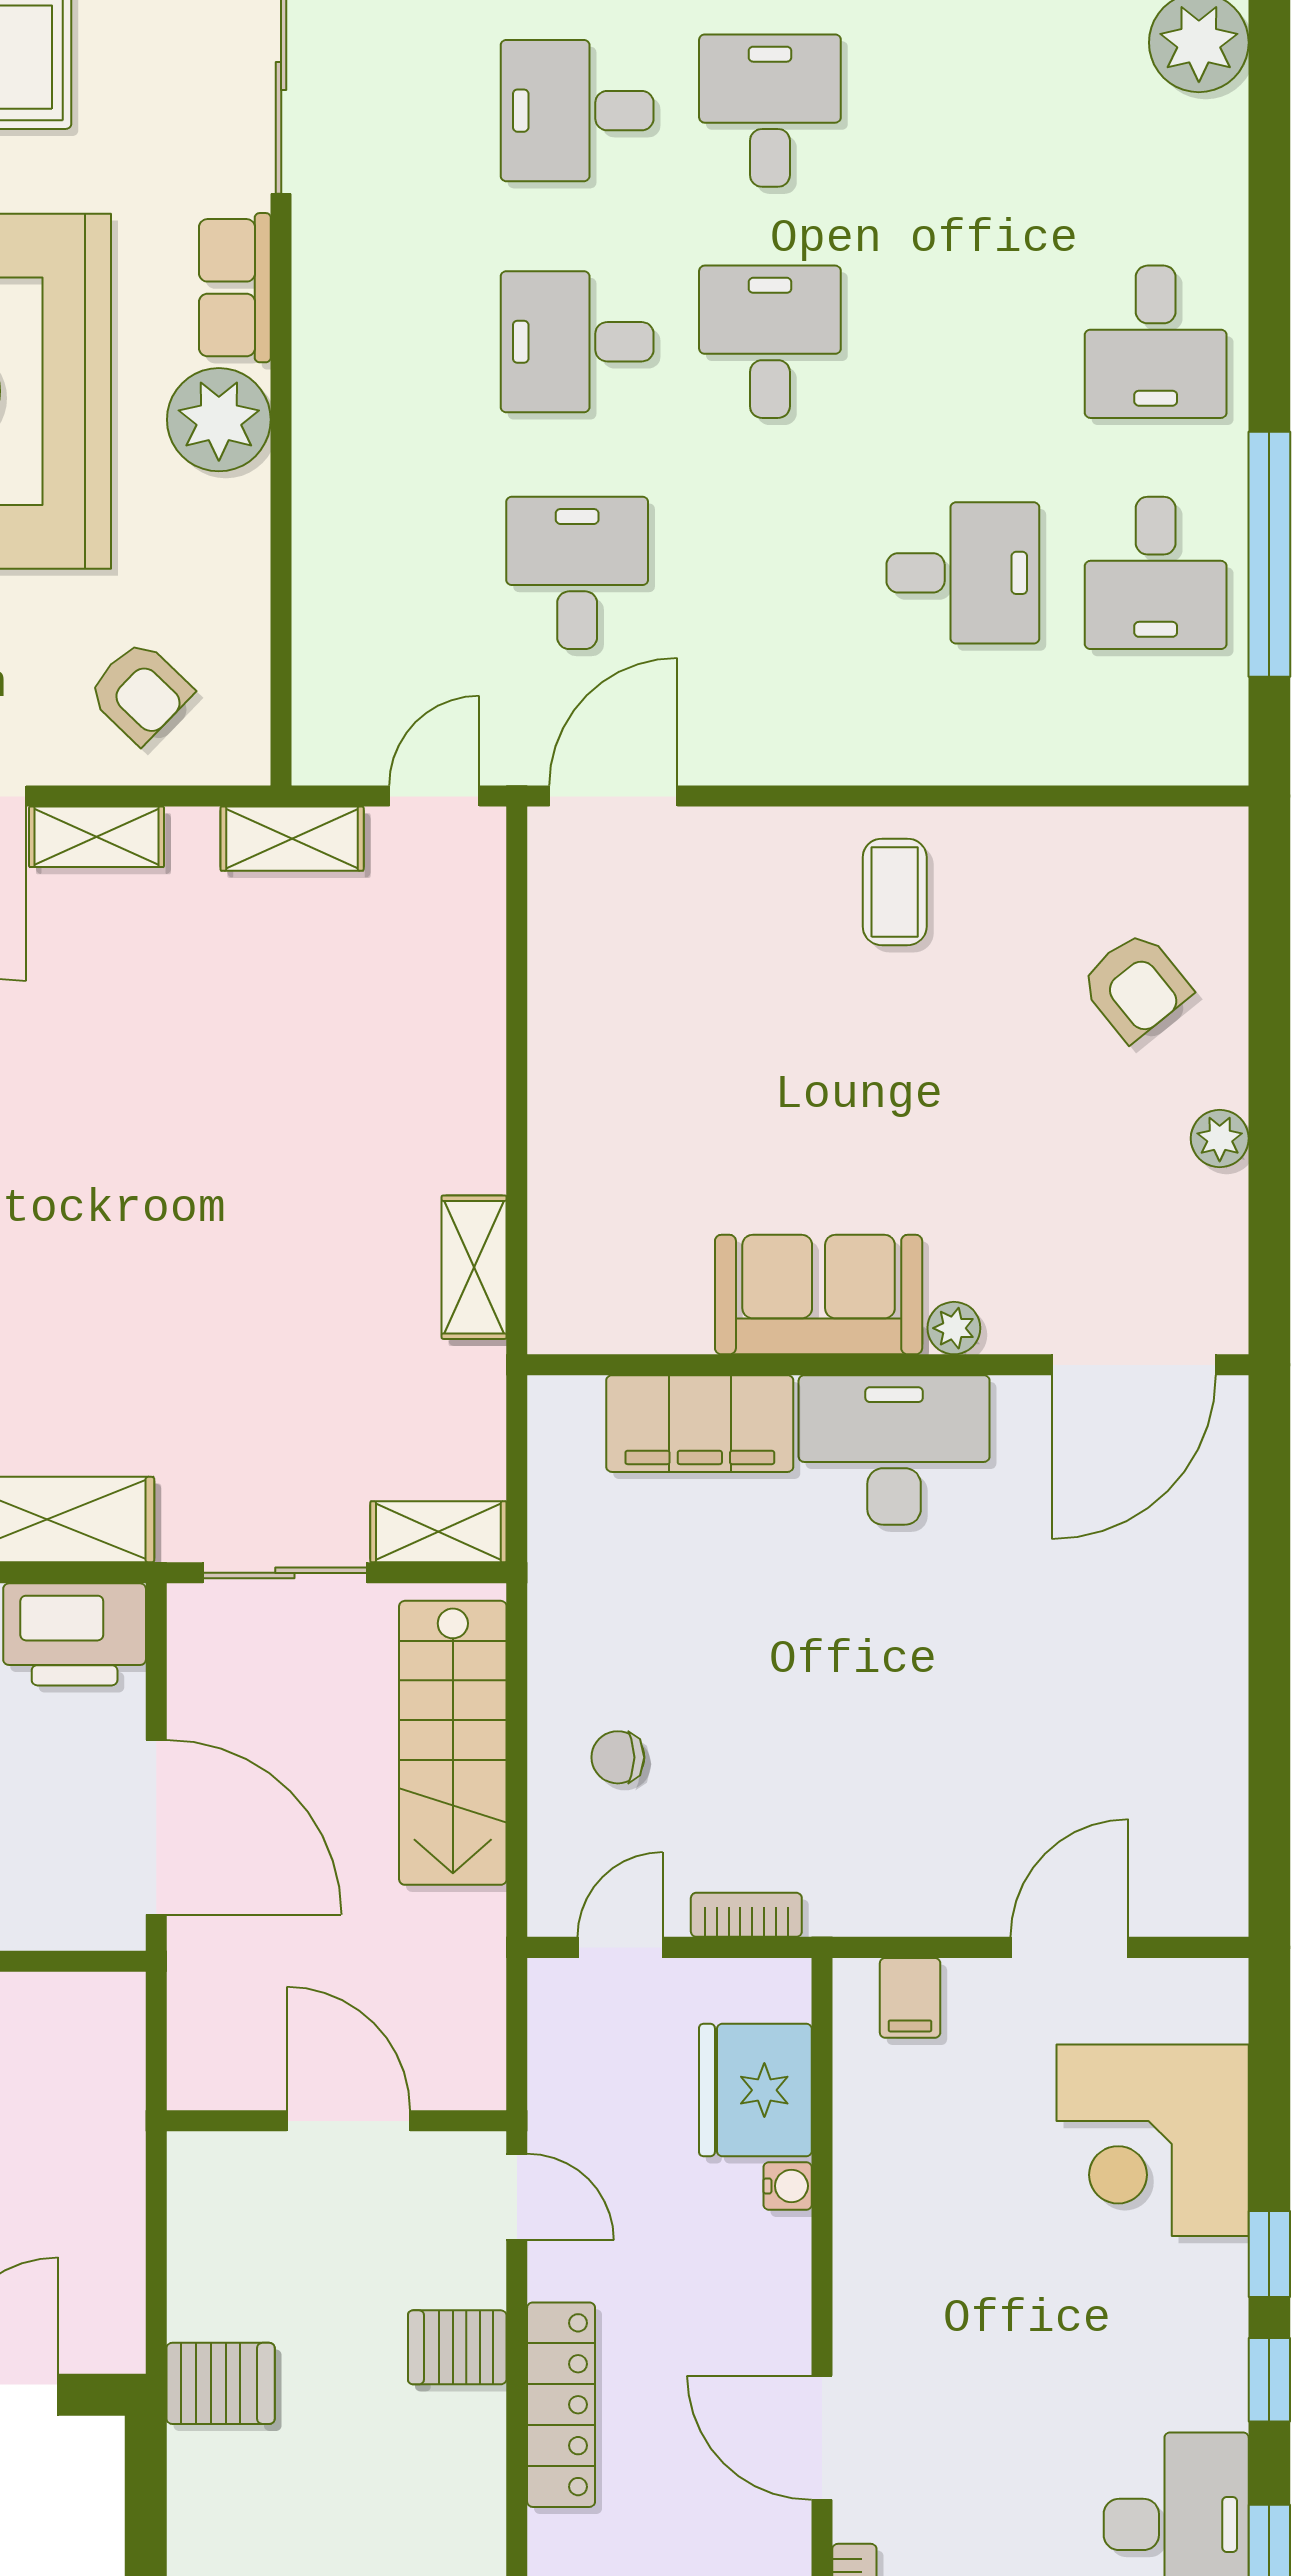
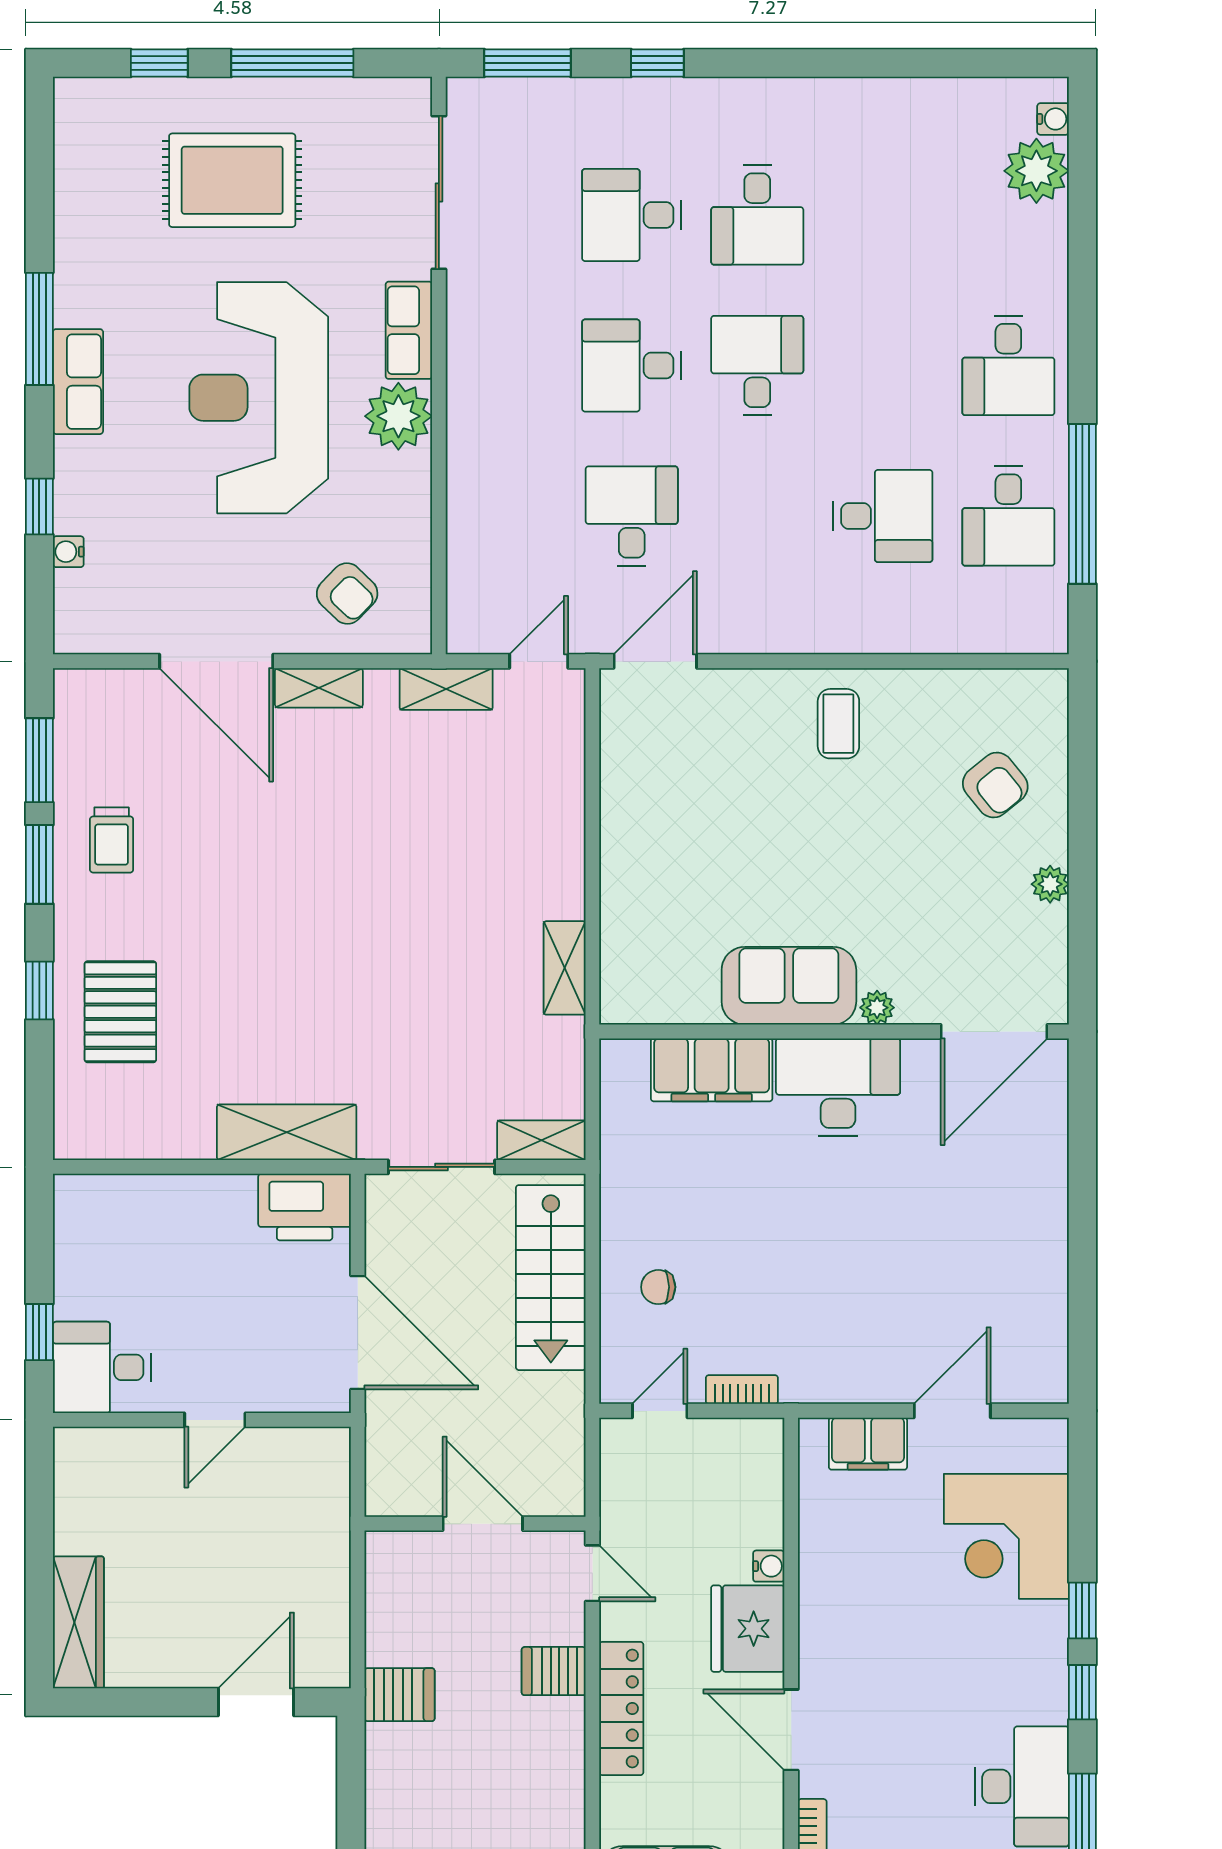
desk: (770, 111) -> (757, 215), turned 180
filing cabinet: (910, 1998) -> (868, 1444), width x2.00
fridge: (755, 2090) -> (748, 1629), moved

